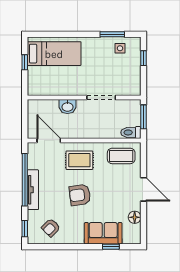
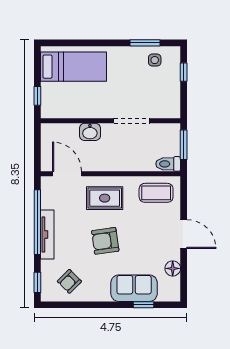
window: (25, 62) -> (37, 96), moved

